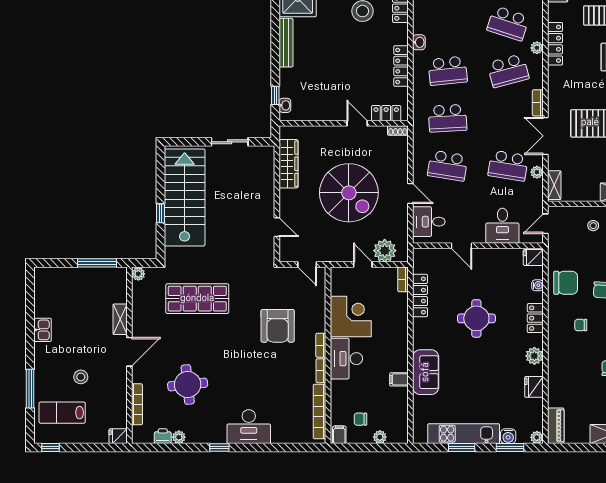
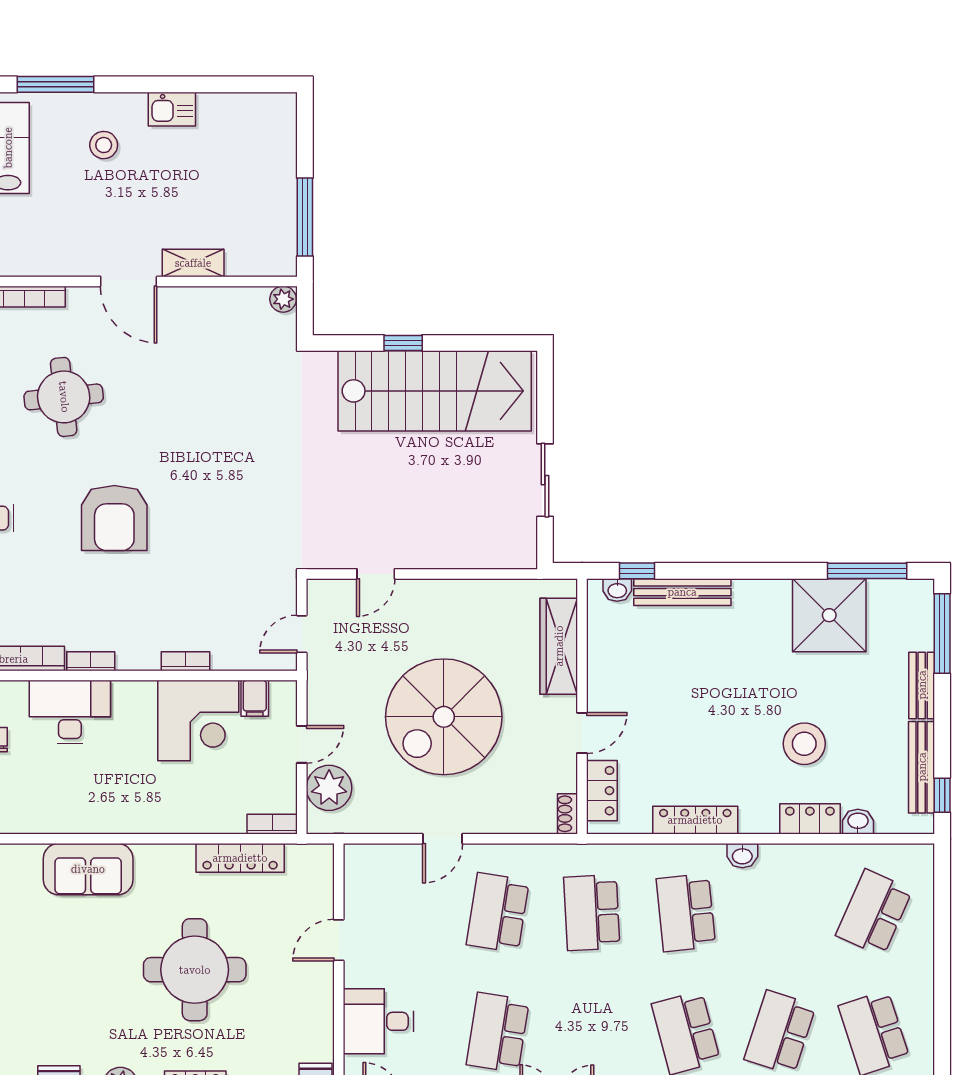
bench: (286, 43) -> (682, 592), moved
wardrobe: (289, 164) -> (559, 646), moved, turned 90
desk: (429, 222) -> (387, 875), removed
shop shelf: (197, 299) -> (234, 416), removed
round table: (476, 318) -> (195, 970), width x1.36, depth x1.36
armchair: (278, 326) -> (114, 518), moved, turned -90
bookcase: (321, 345) -> (186, 661), moved
desk: (346, 359) -> (70, 712), moved
stool: (81, 377) -> (104, 145), moved
filing cabinet: (399, 379) -> (255, 698), moved, turned 180

